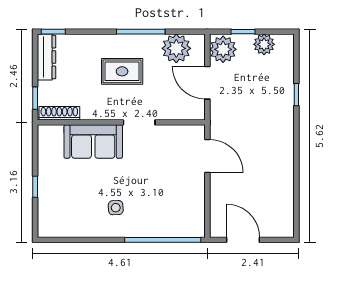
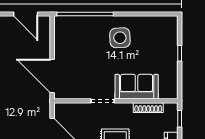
shoe rack: (59, 113) -> (148, 108), moved
door: (207, 156) -> (52, 76), width x1.36
side table: (116, 208) -> (120, 38), width x1.87, depth x1.87

